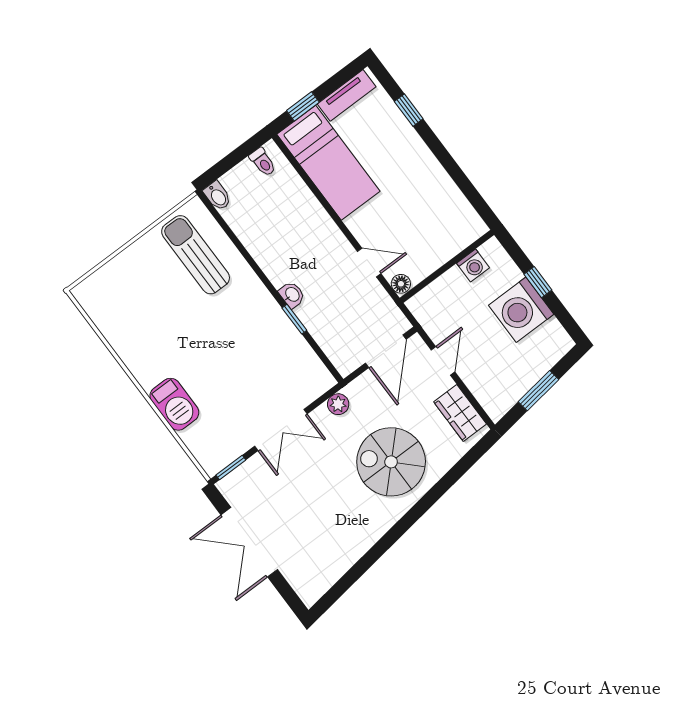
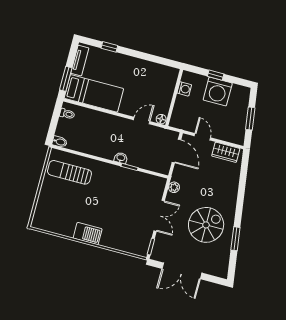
window: (303, 106) -> (66, 79), width x1.50
barbecue: (174, 404) -> (88, 234), moved
spiral stairs: (391, 462) -> (206, 225), moved, turned 180
window: (370, 558) -> (235, 239), added

